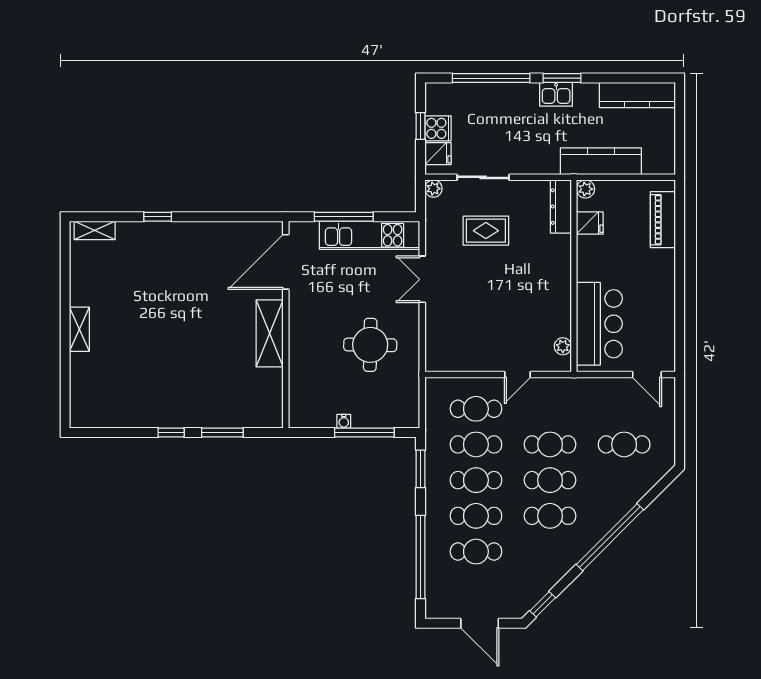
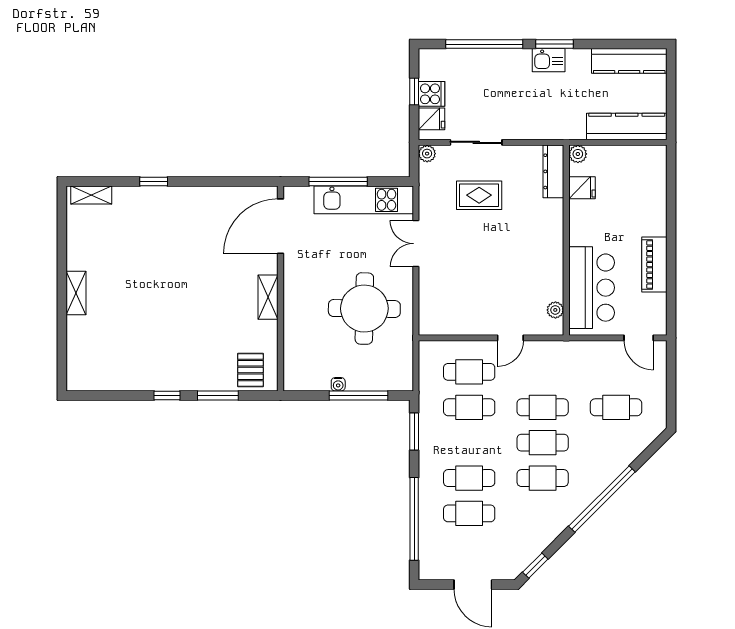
kitchen counter: (601, 161) -> (627, 126), moved
piano: (663, 220) -> (654, 265), moved
shelving: (270, 333) -> (268, 297), width x0.67, depth x0.75
round table: (370, 345) -> (364, 309), width x1.36, depth x1.36
pallet: (255, 407) -> (250, 370), added
cafe table: (476, 480) -> (469, 443), removed

